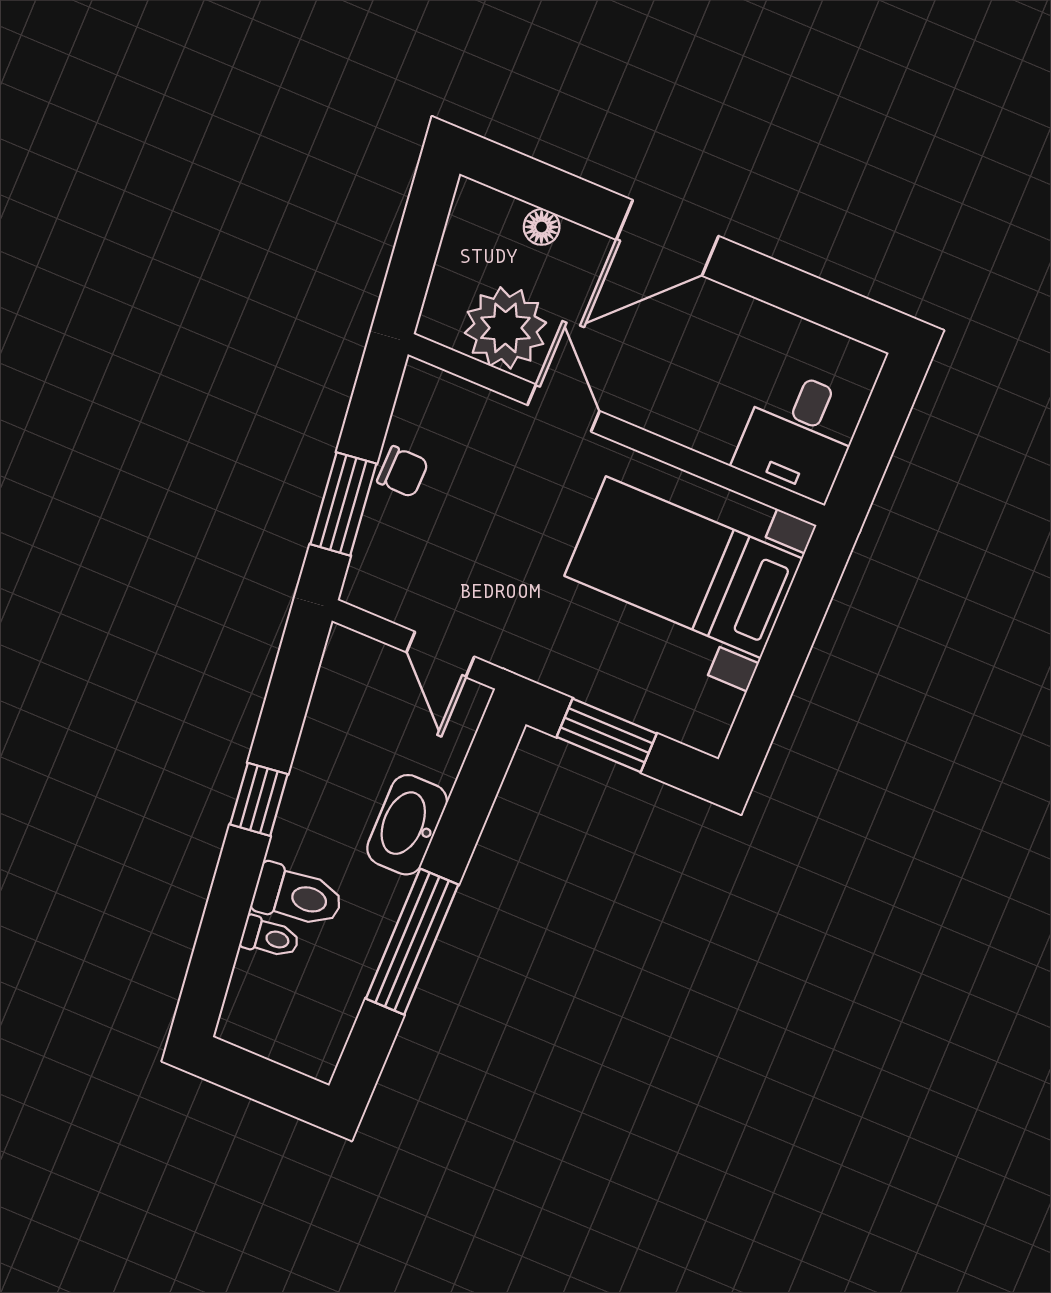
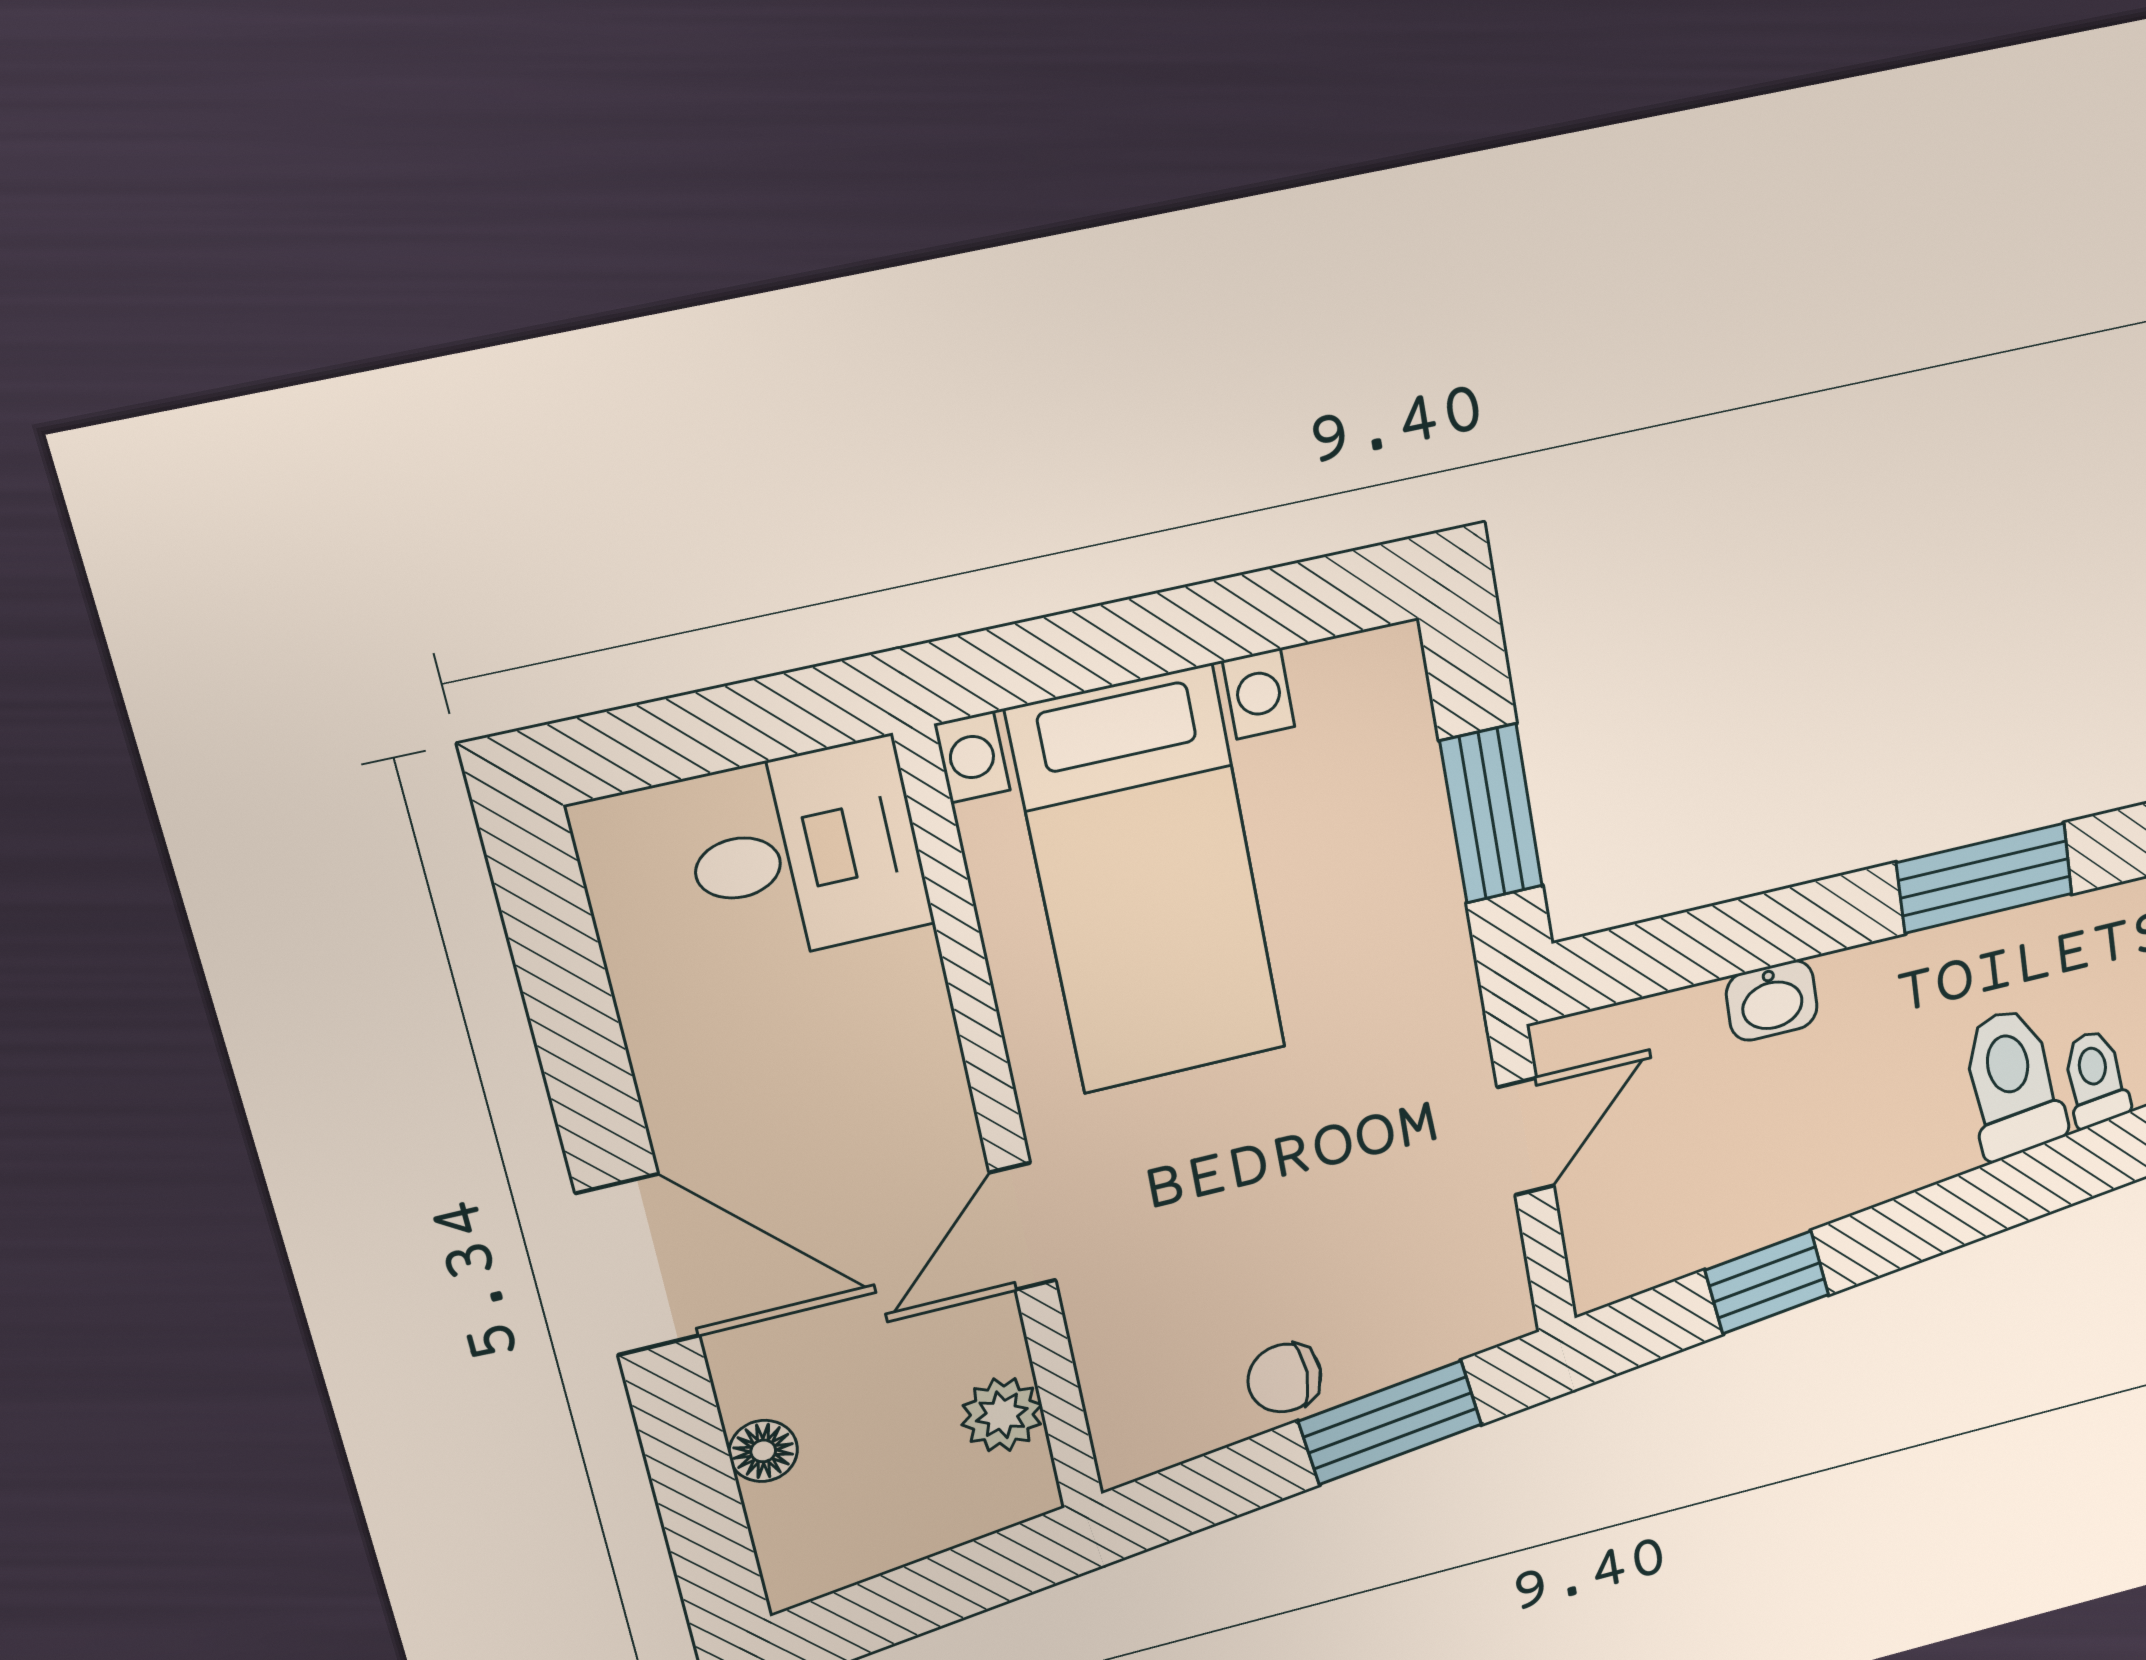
plant: (505, 328) -> (1002, 1415), width x0.53, depth x0.53
chair: (403, 472) -> (1284, 1378), turned -91
window: (259, 799) -> (1767, 1282), moved
washbasin: (407, 825) -> (1772, 1001), width x0.52, depth x0.69
window: (412, 942) -> (1985, 878), width x0.69

